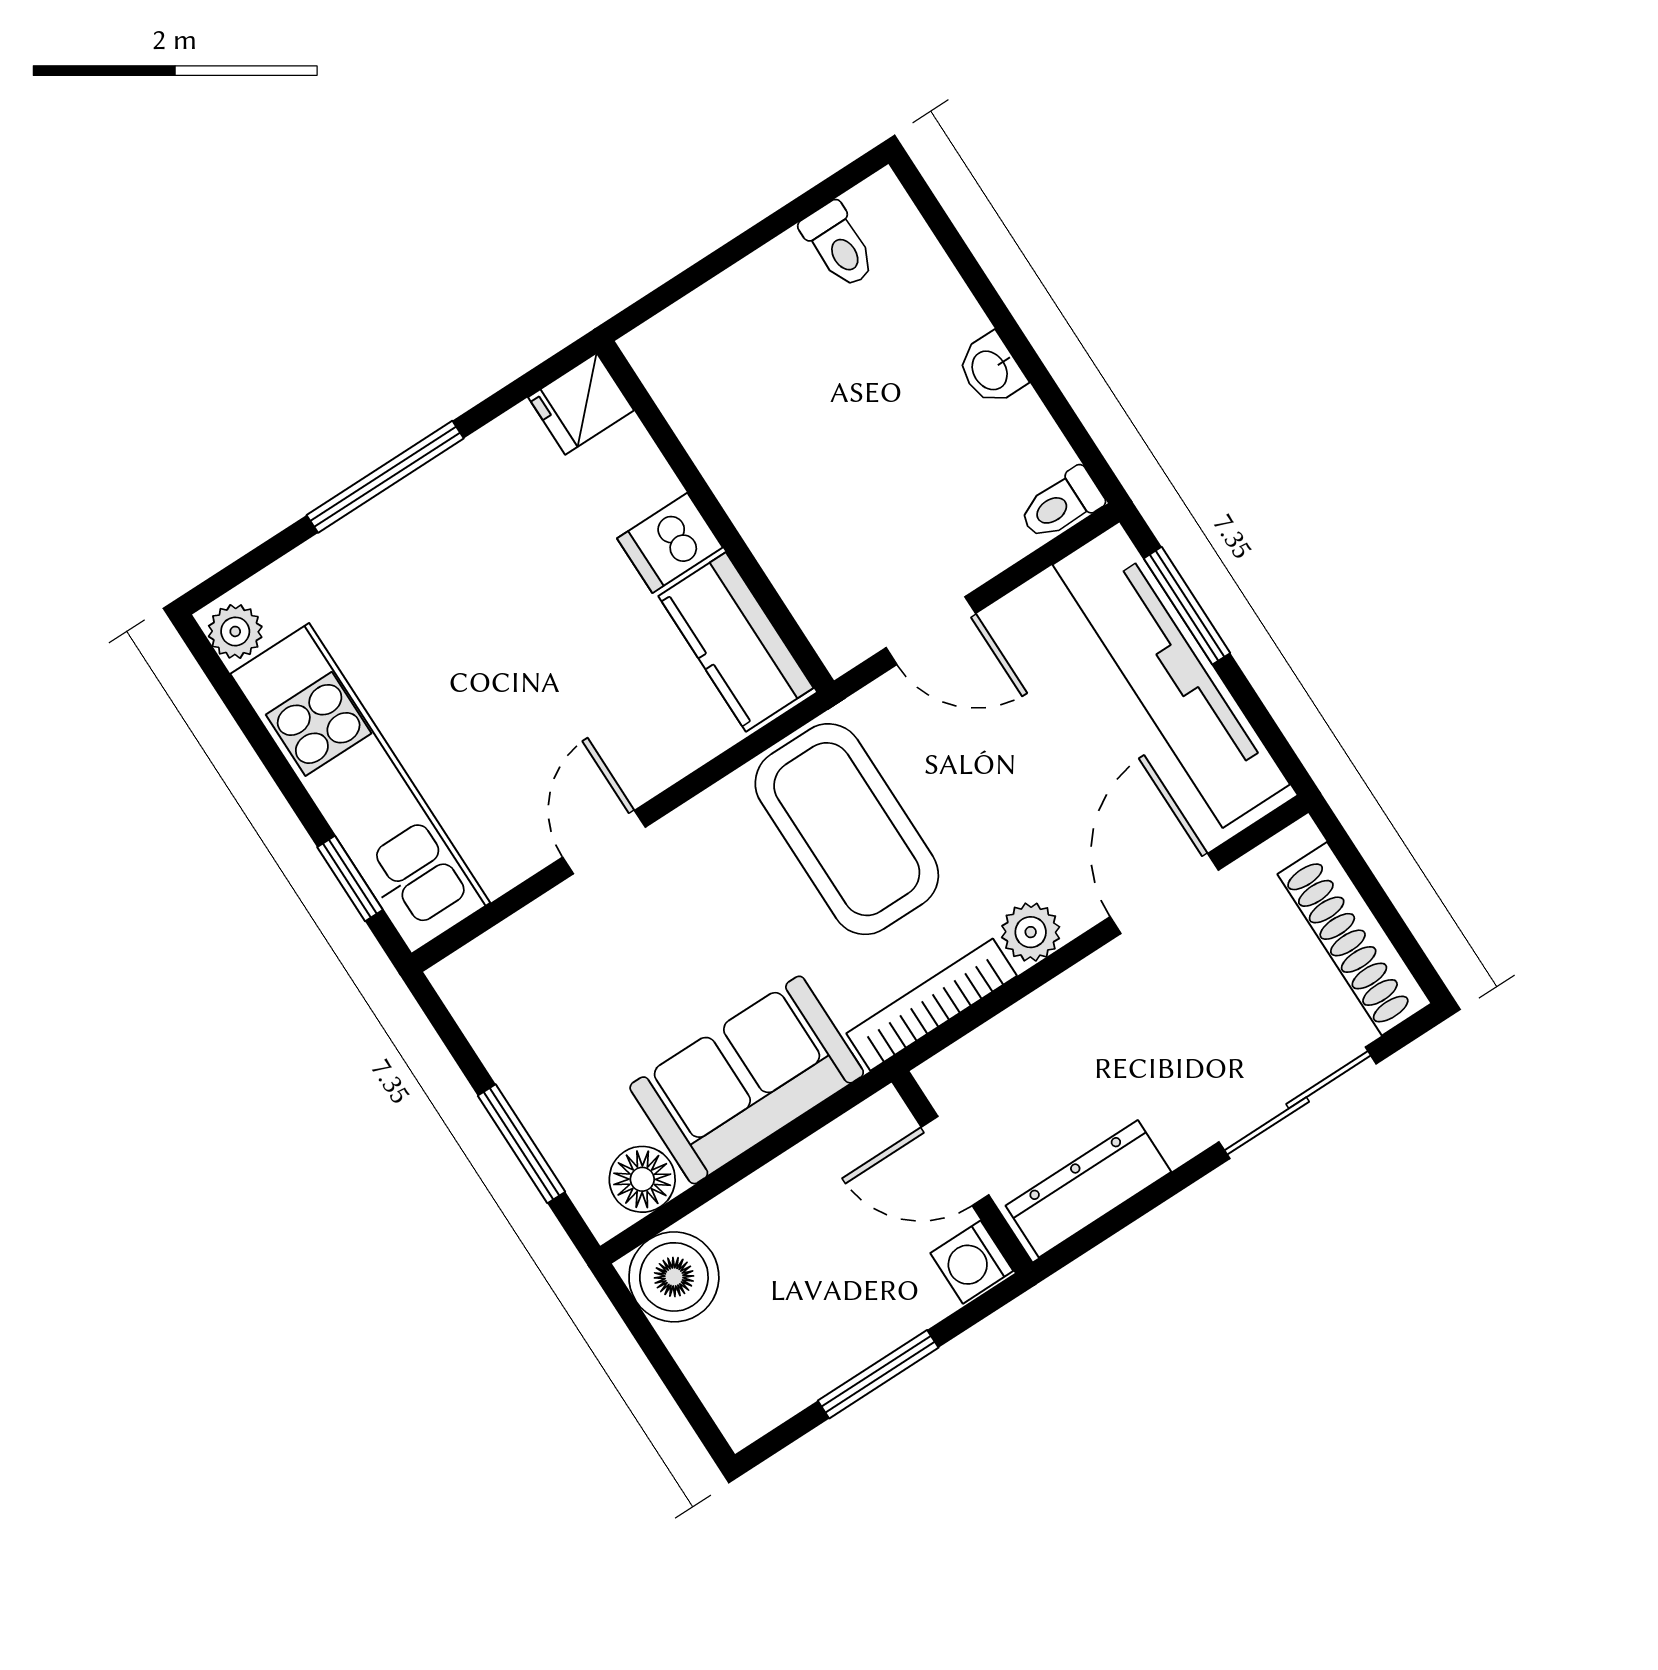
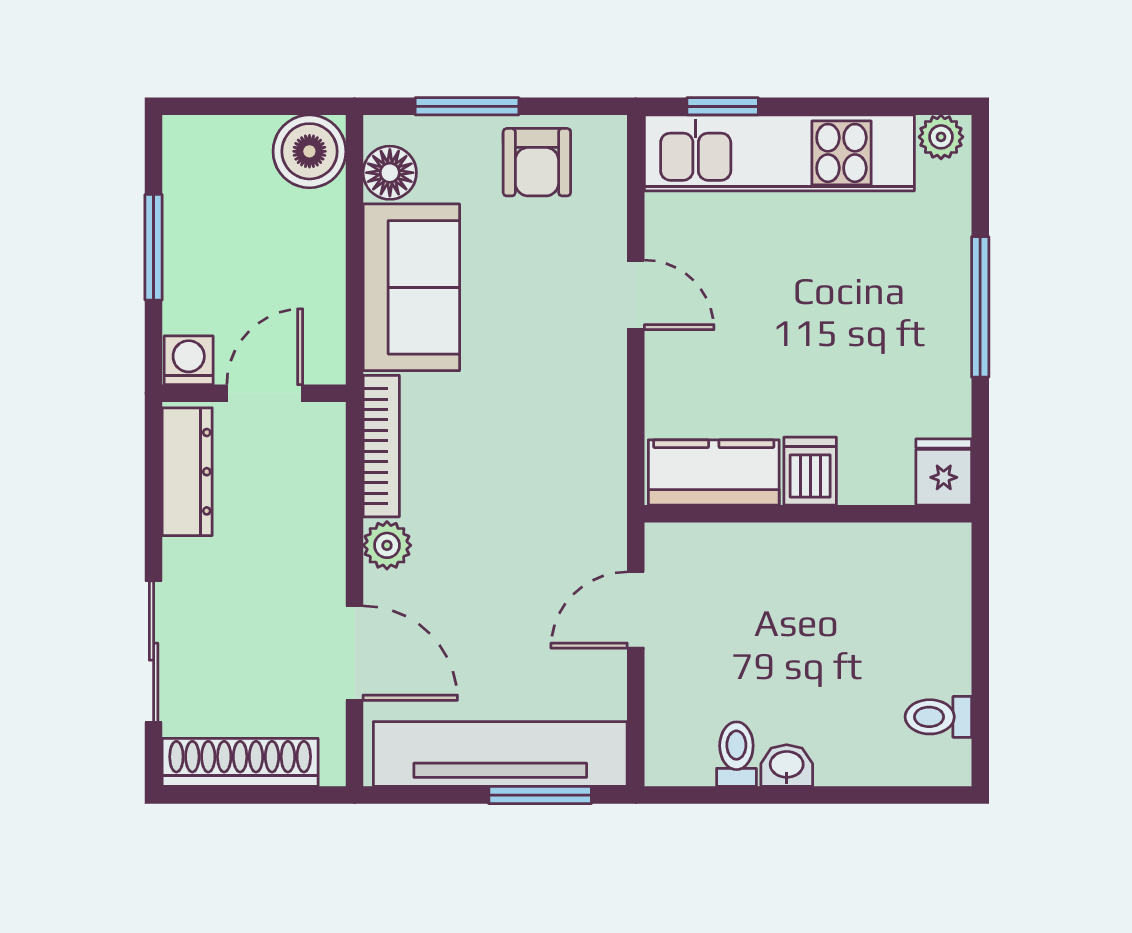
toilet: (1061, 504) -> (736, 754), moved
coffee table: (847, 829) -> (538, 466), removed
armchair: (533, 1034) -> (537, 162), added

